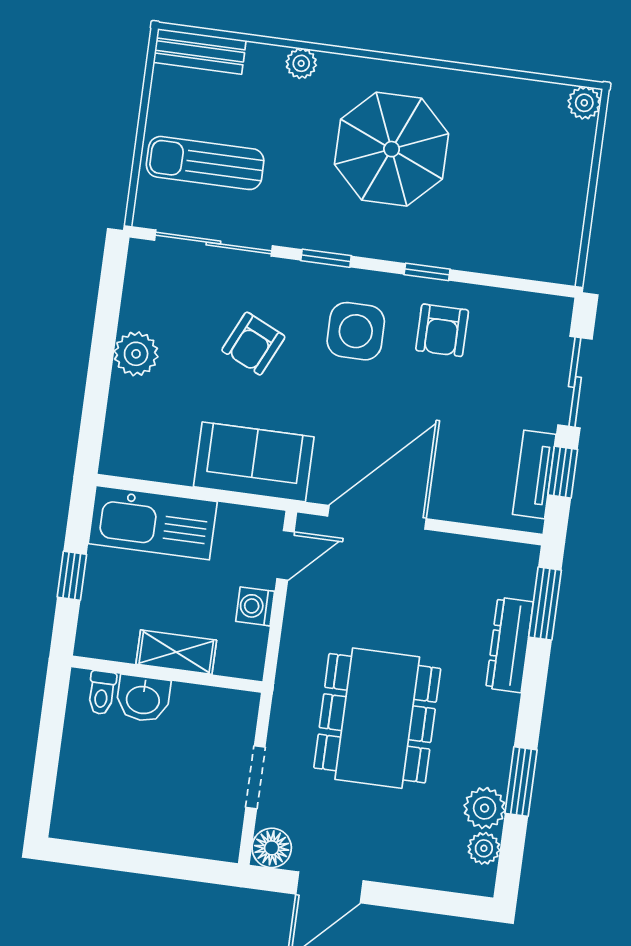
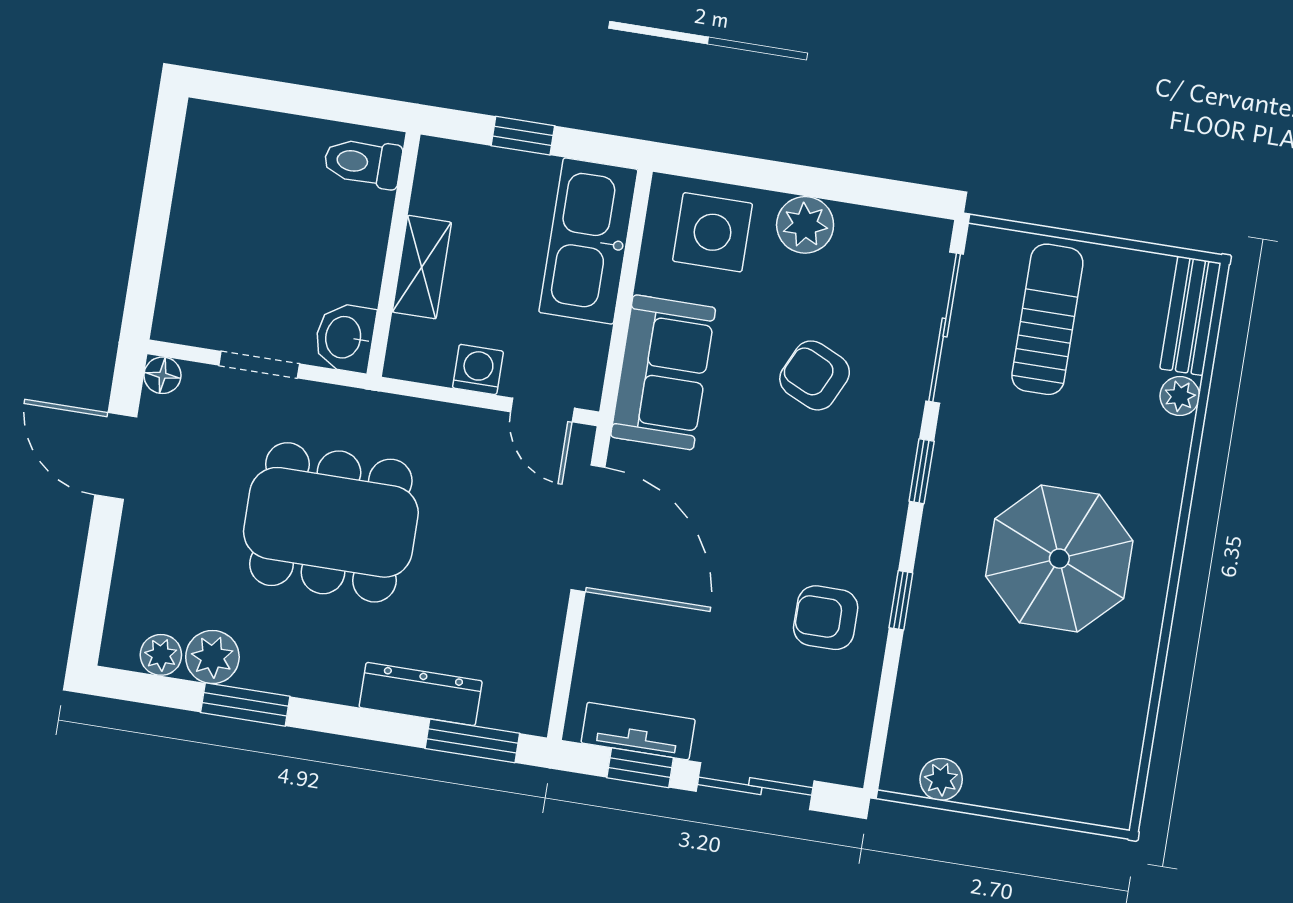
plant: (301, 63) -> (1180, 396), moved
plant: (584, 103) -> (941, 779), moved
side table: (356, 331) -> (713, 232), moved
toilet: (102, 693) -> (363, 163), width x1.37, depth x1.39
washbasin: (143, 699) -> (345, 338), moved
floor lamp: (272, 848) -> (162, 375), width x0.73, depth x0.73

